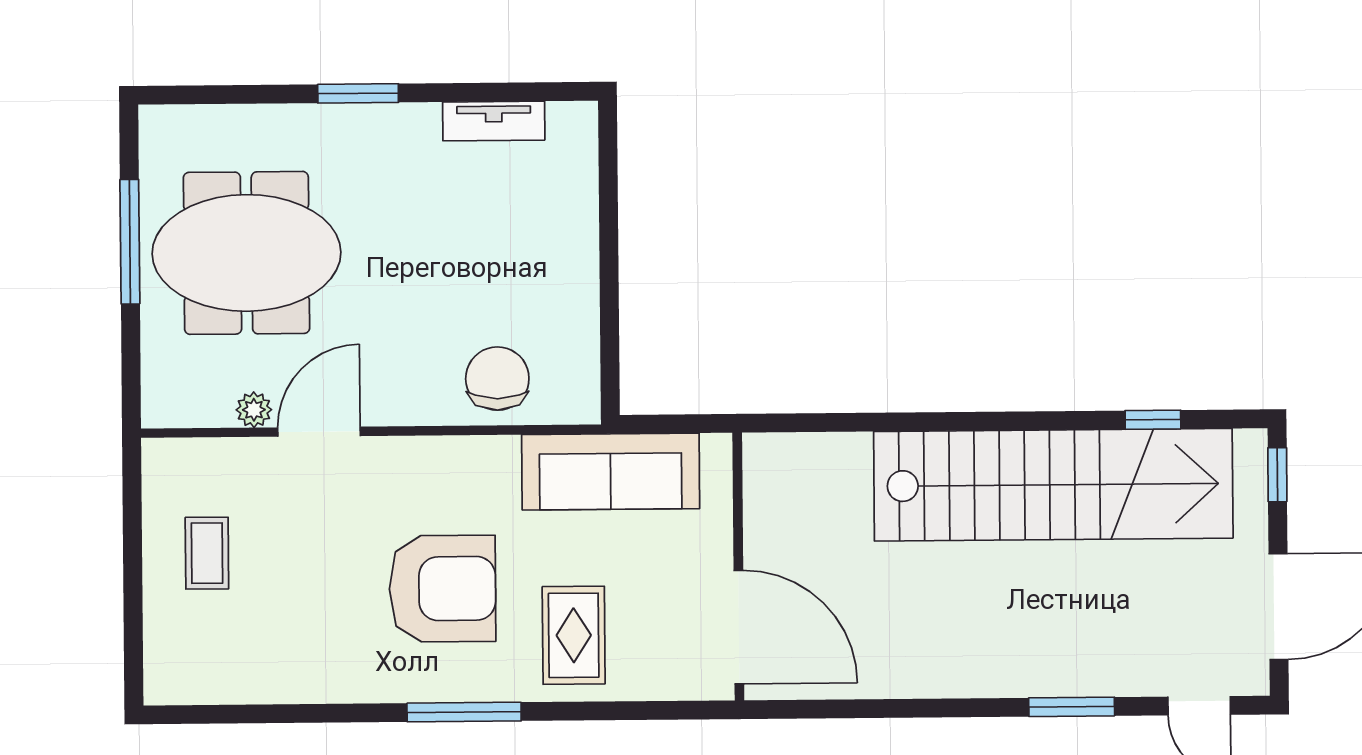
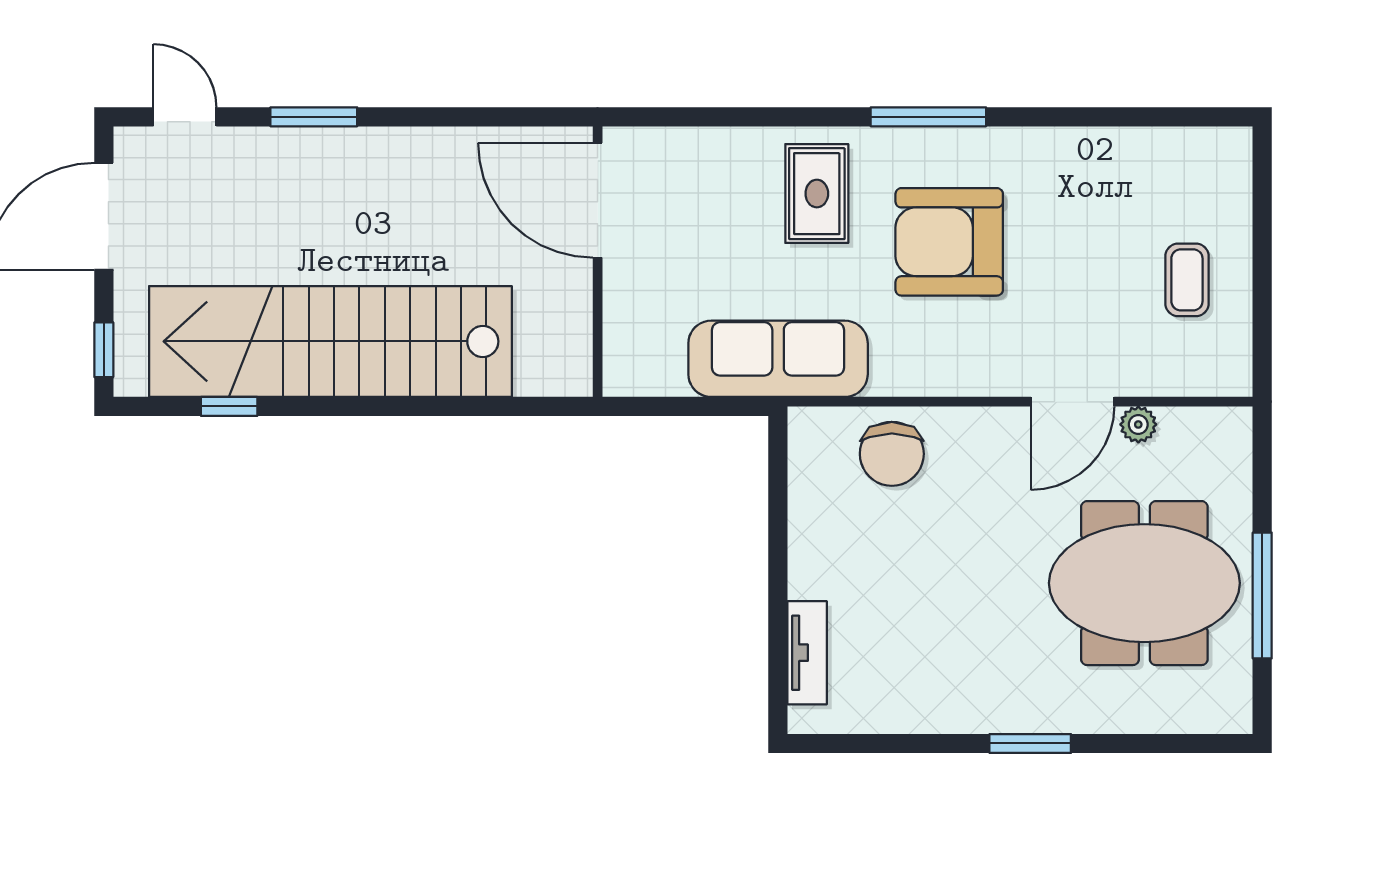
tv unit: (494, 121) -> (807, 653), moved, turned 90
wall: (738, 567) -> (598, 262), moved
door: (739, 627) -> (598, 200), moved

